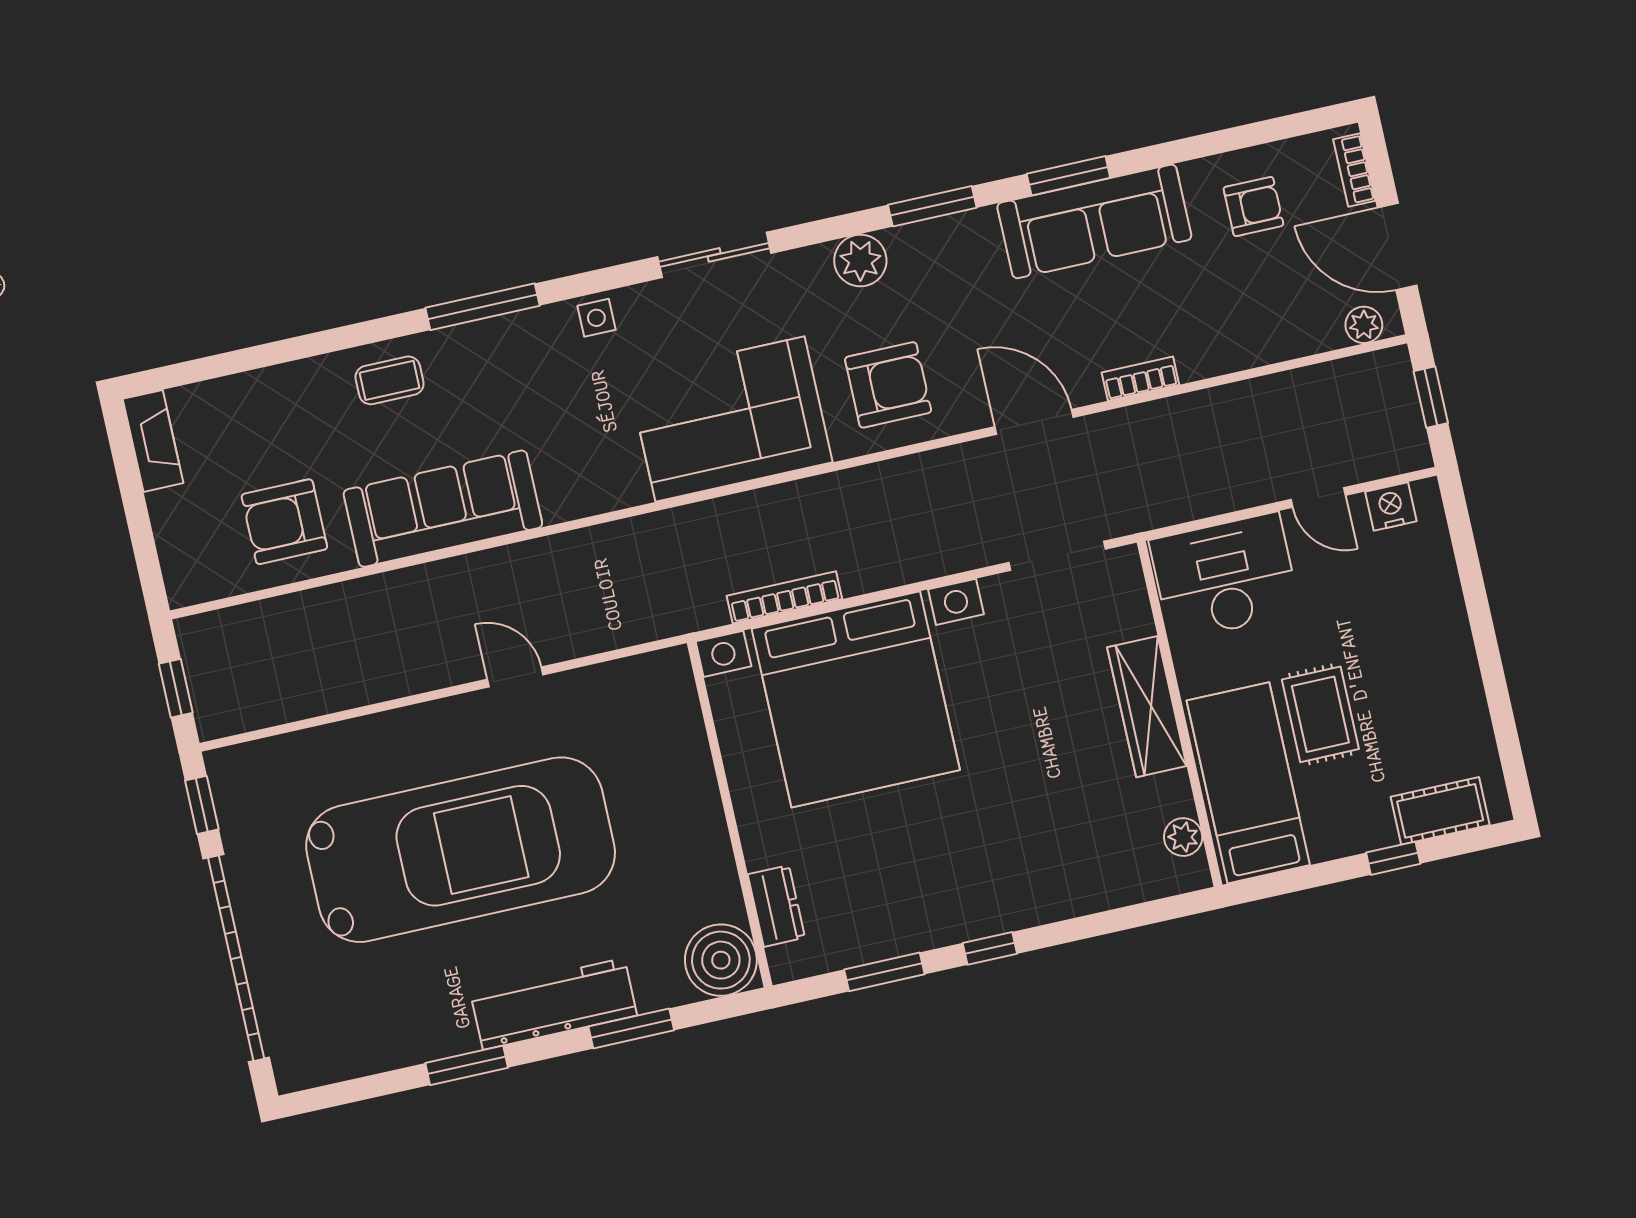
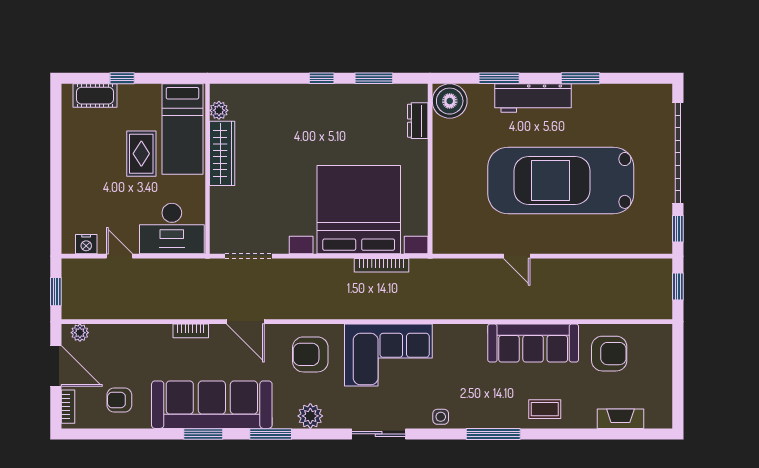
sofa: (1094, 221) -> (212, 405), width x1.36, depth x1.27
fireplace: (153, 441) -> (620, 419), moved, turned 90
wardrobe: (1147, 707) -> (222, 153), moved

